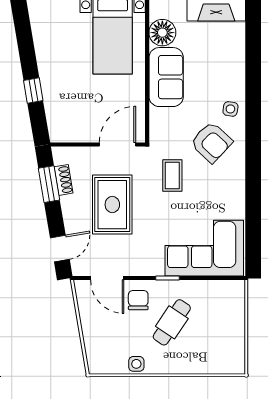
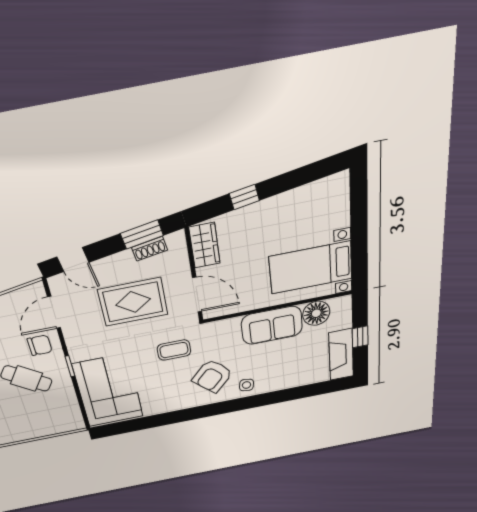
wardrobe: (70, 131) -> (204, 245), added

